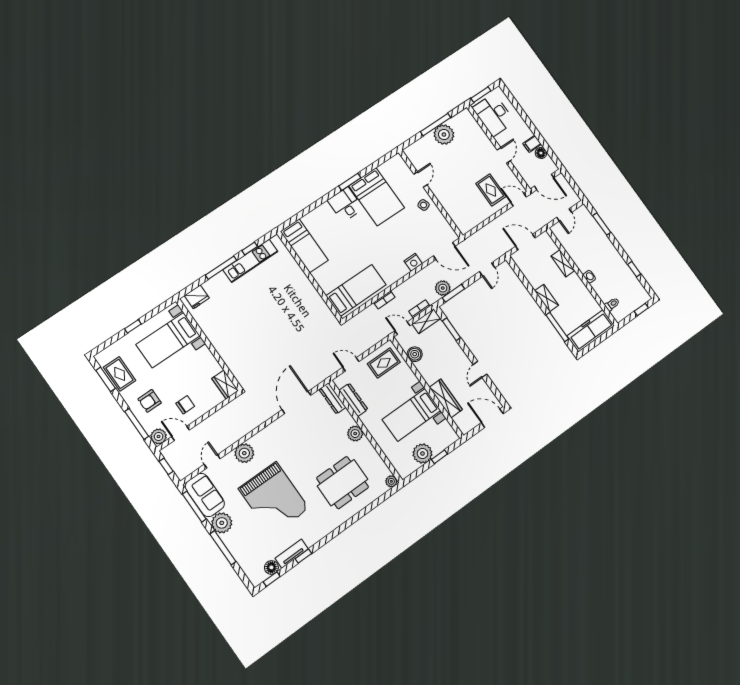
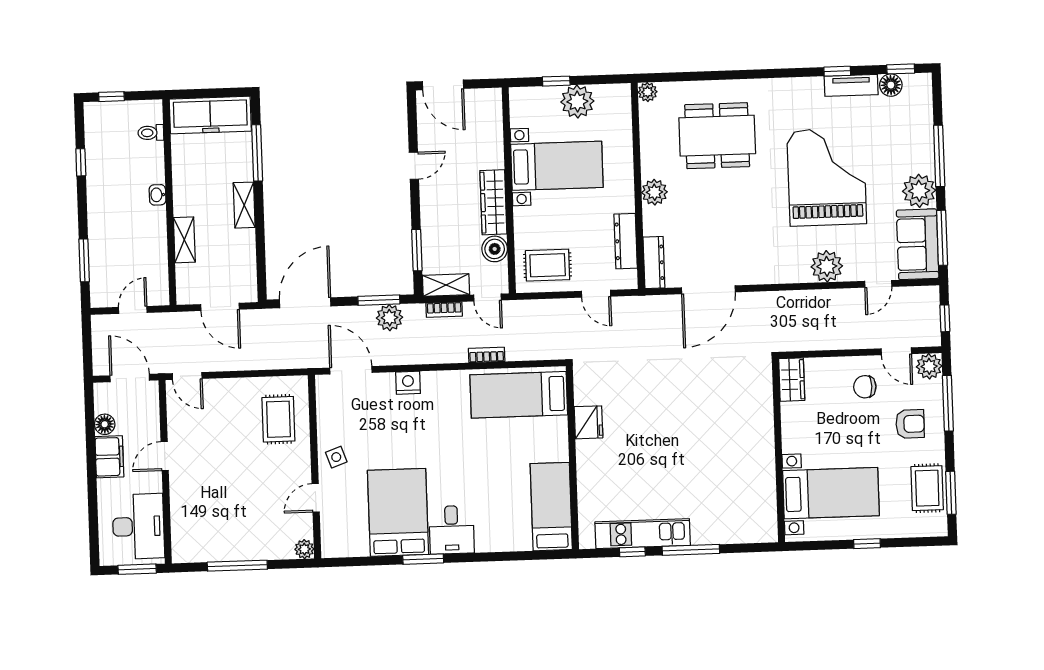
plant: (444, 135) -> (304, 549), moved, width x0.53, depth x0.53
filing cabinet: (532, 144) -> (109, 457), width x2.00
rug: (491, 190) -> (278, 419), moved
door: (487, 270) -> (305, 303), width x1.88
fridge: (197, 297) -> (588, 422), moved, turned 90
wardrobe: (446, 398) -> (493, 202), moved

